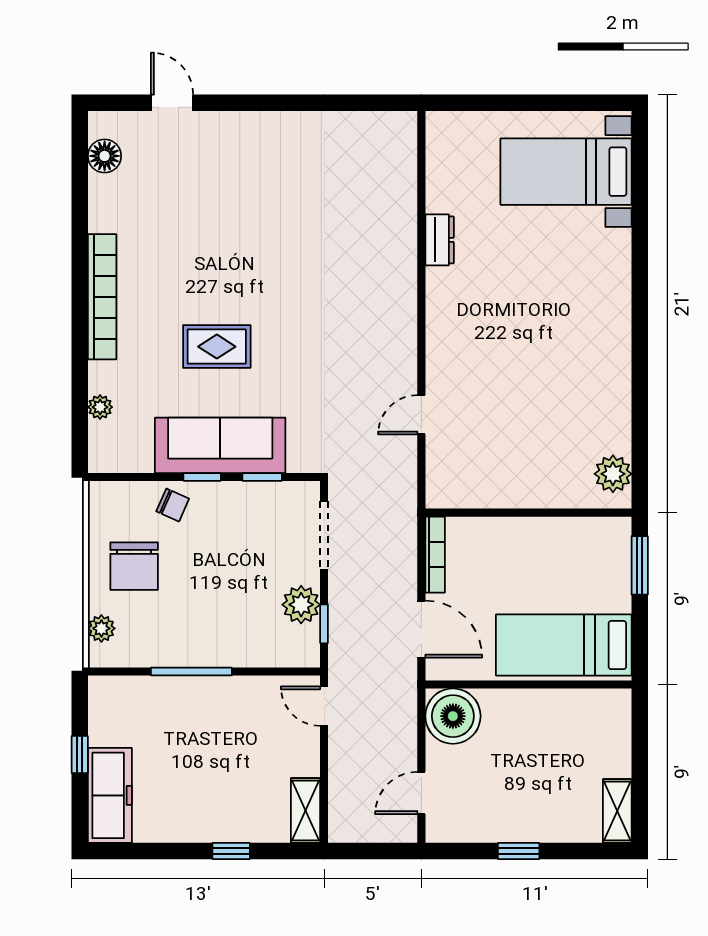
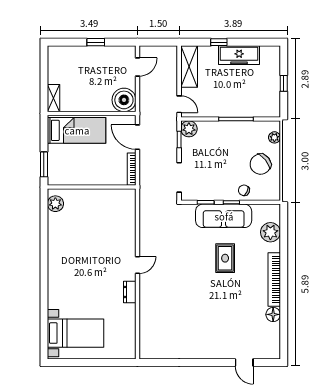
floor lamp: (105, 156) -> (273, 314), moved
dresser: (440, 240) -> (130, 292), moved
rug: (217, 347) -> (225, 258), turned 90
plant: (100, 407) -> (270, 232), width x1.87, depth x1.87
door: (421, 415) -> (137, 265), moved
chair: (134, 566) -> (260, 164), turned -129
plant: (301, 605) -> (189, 129), moved
freezer: (110, 795) -> (239, 55), moved, turned -90
shelving: (306, 810) -> (189, 66), width x1.50, depth x1.33
shelving: (617, 811) -> (54, 98), moved

